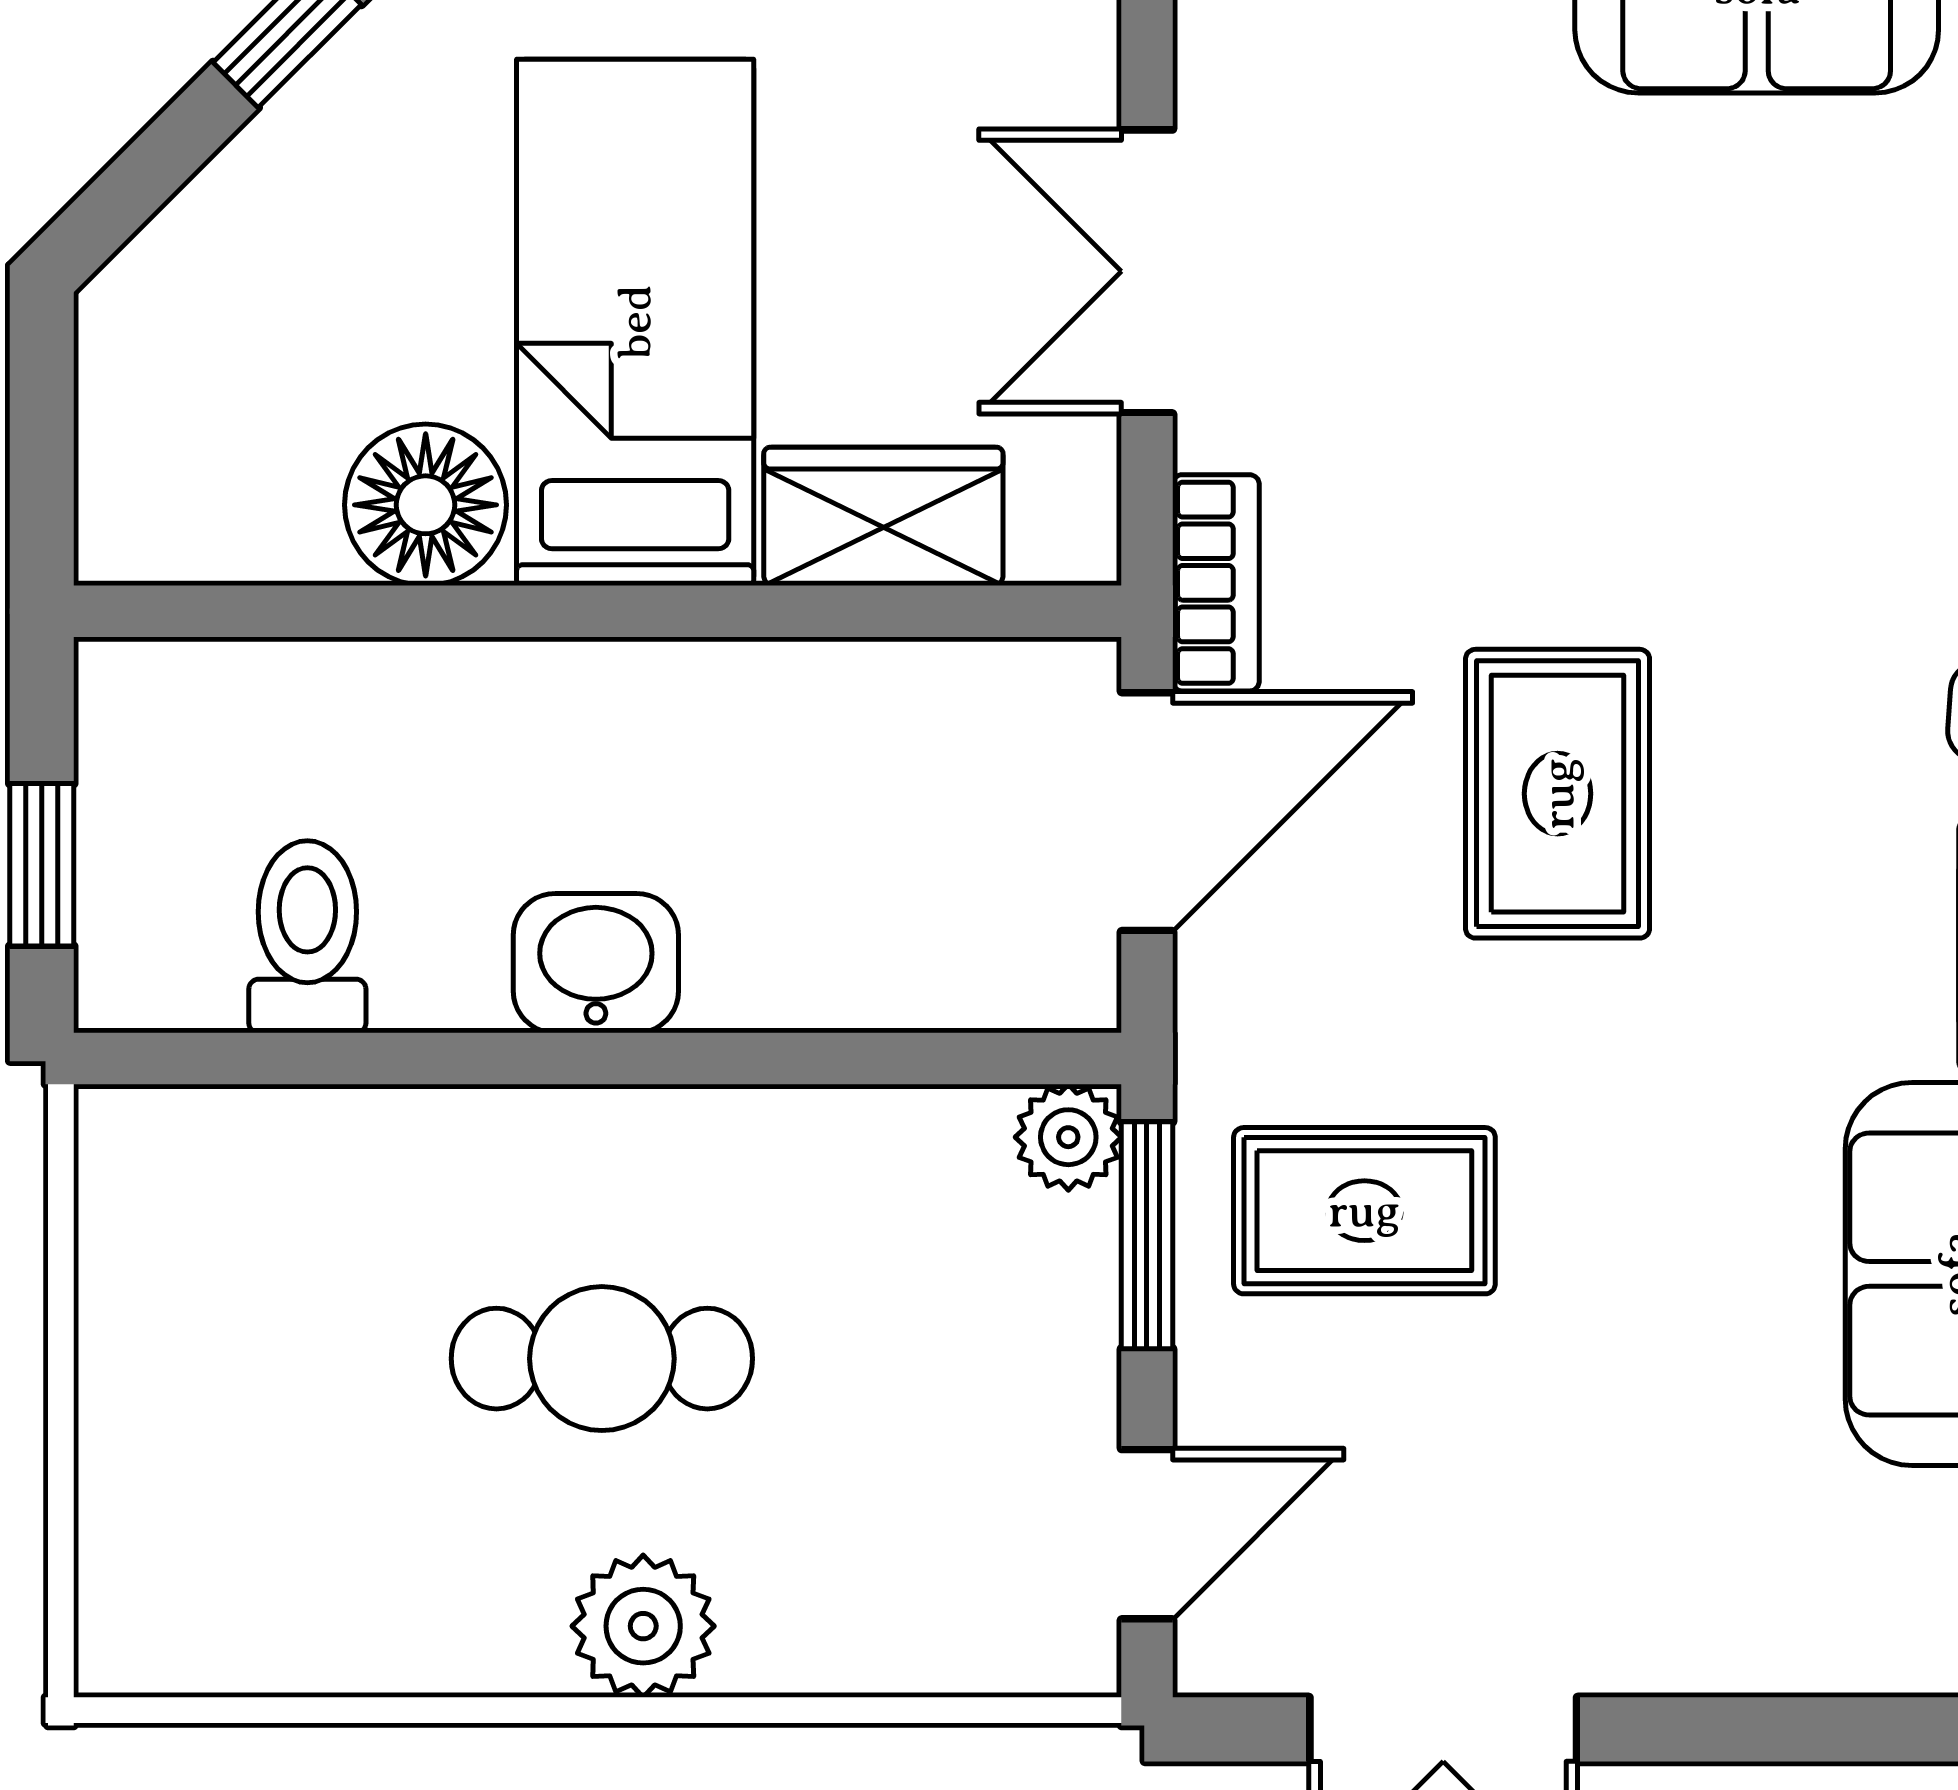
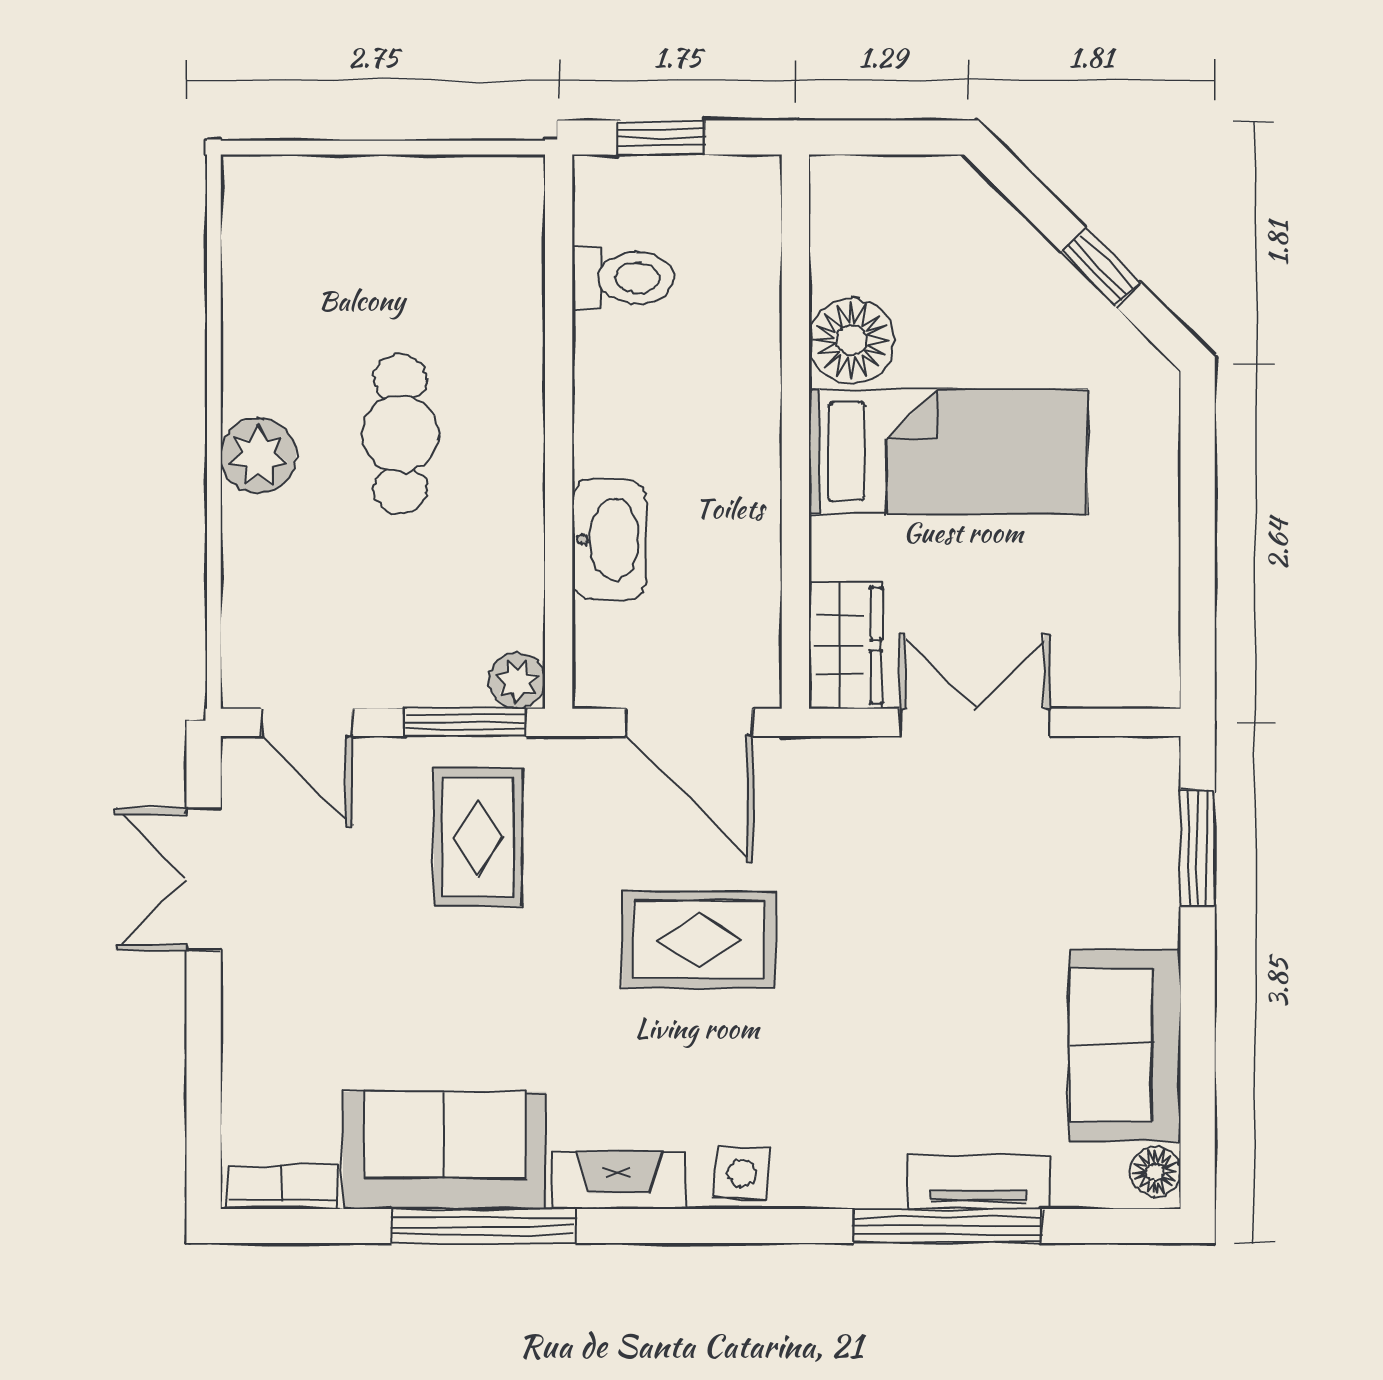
wardrobe: (883, 516) -> (846, 646), moved
bookcase: (1216, 583) -> (810, 759), removed
washbasin: (596, 963) -> (609, 540), moved, width x1.38

